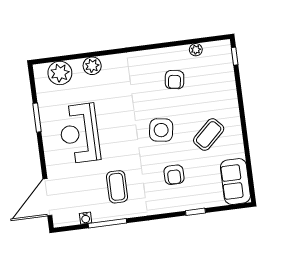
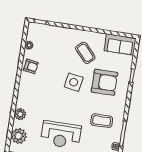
armchair: (175, 80) -> (31, 66), moved
armchair: (174, 175) -> (104, 82), width x1.88, depth x1.88

